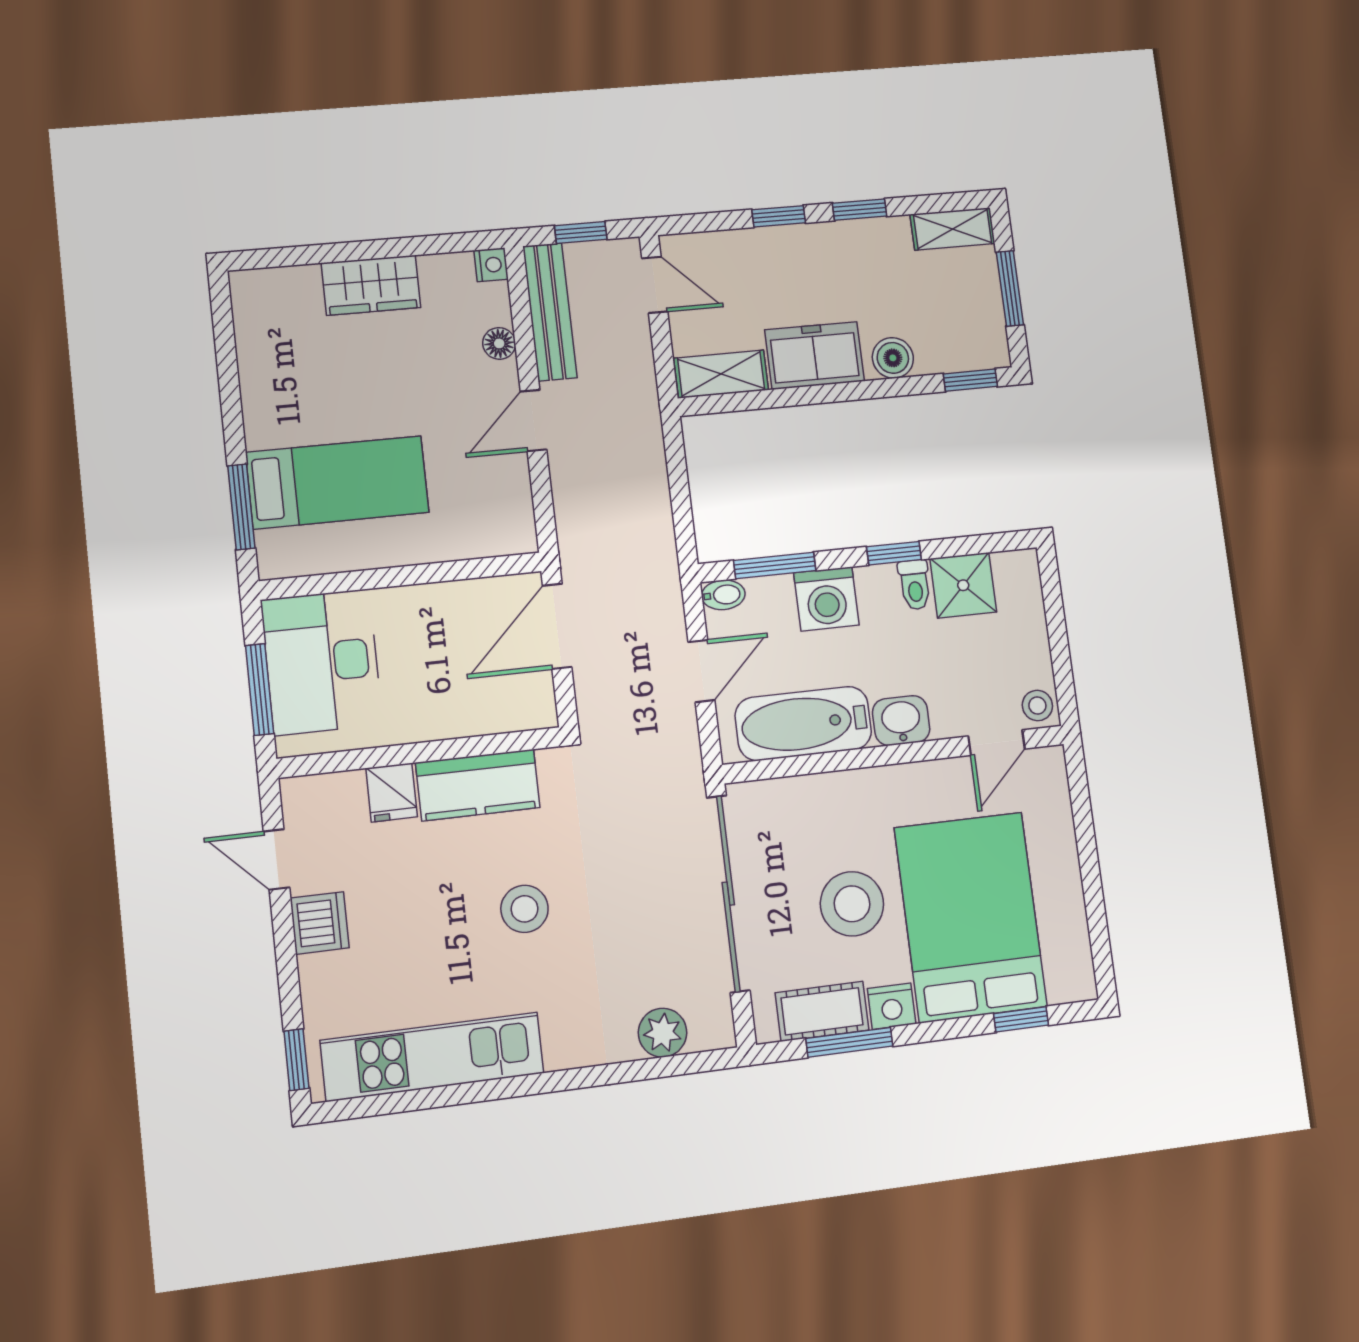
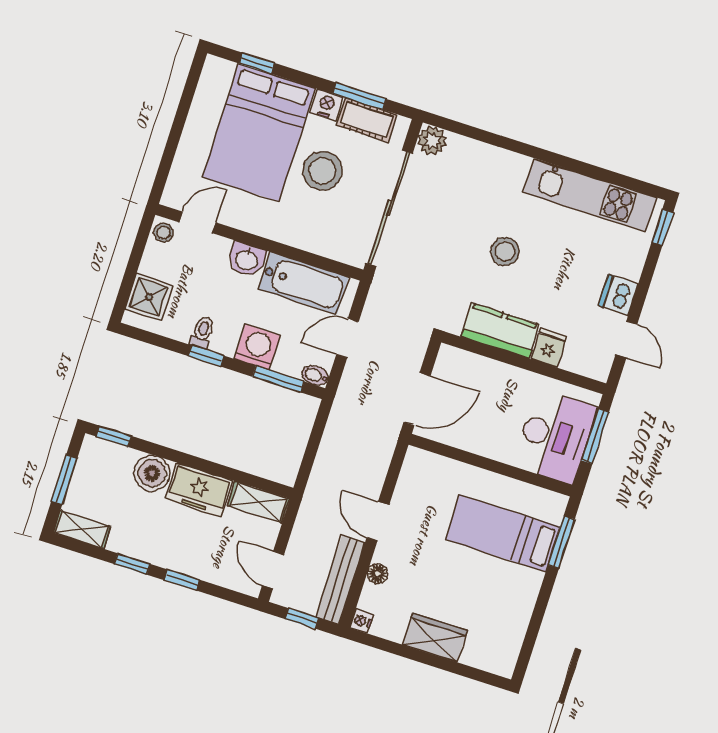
boiler: (893, 358) -> (152, 473), width x1.36, depth x1.36
door: (534, 421) -> (378, 521), swing flipped
shower: (963, 585) -> (149, 297), moved
plant: (663, 1033) -> (432, 141), moved

